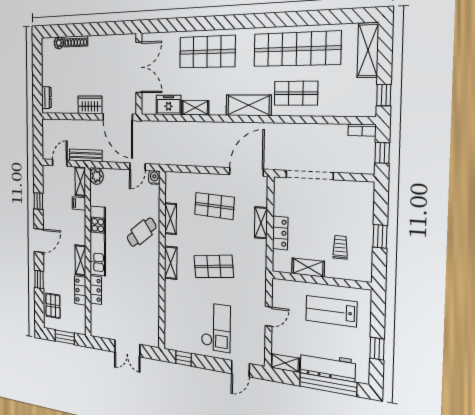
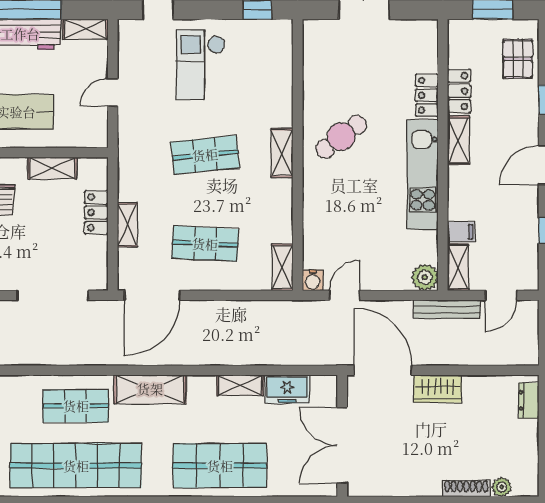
shelving: (171, 219) -> (282, 267), moved
cafe table: (142, 232) -> (341, 137), moved

